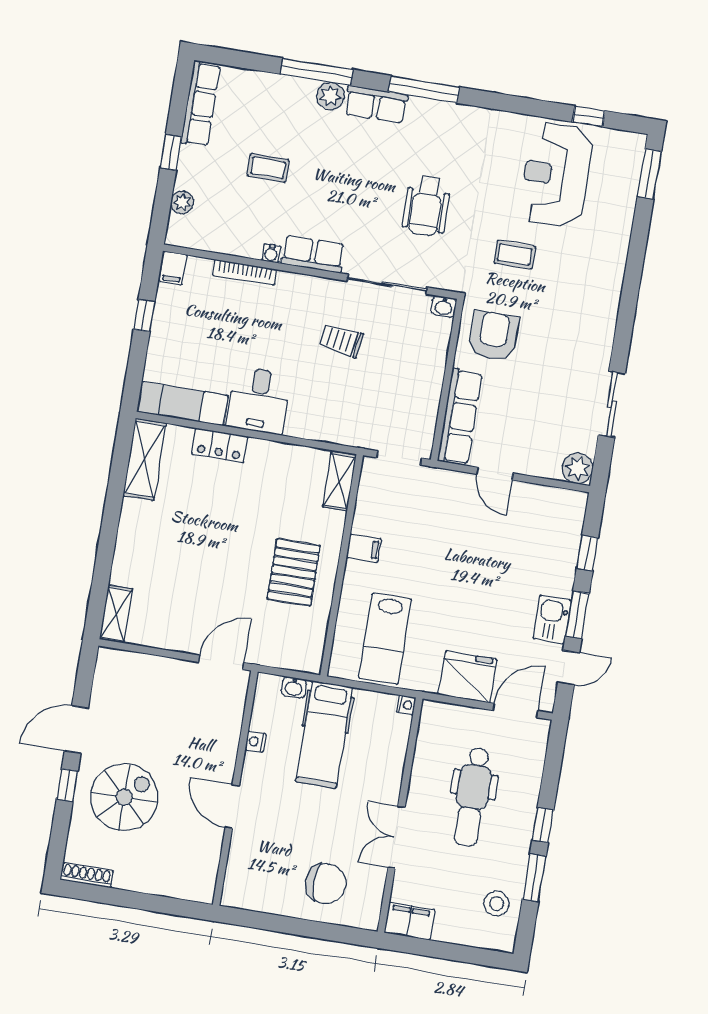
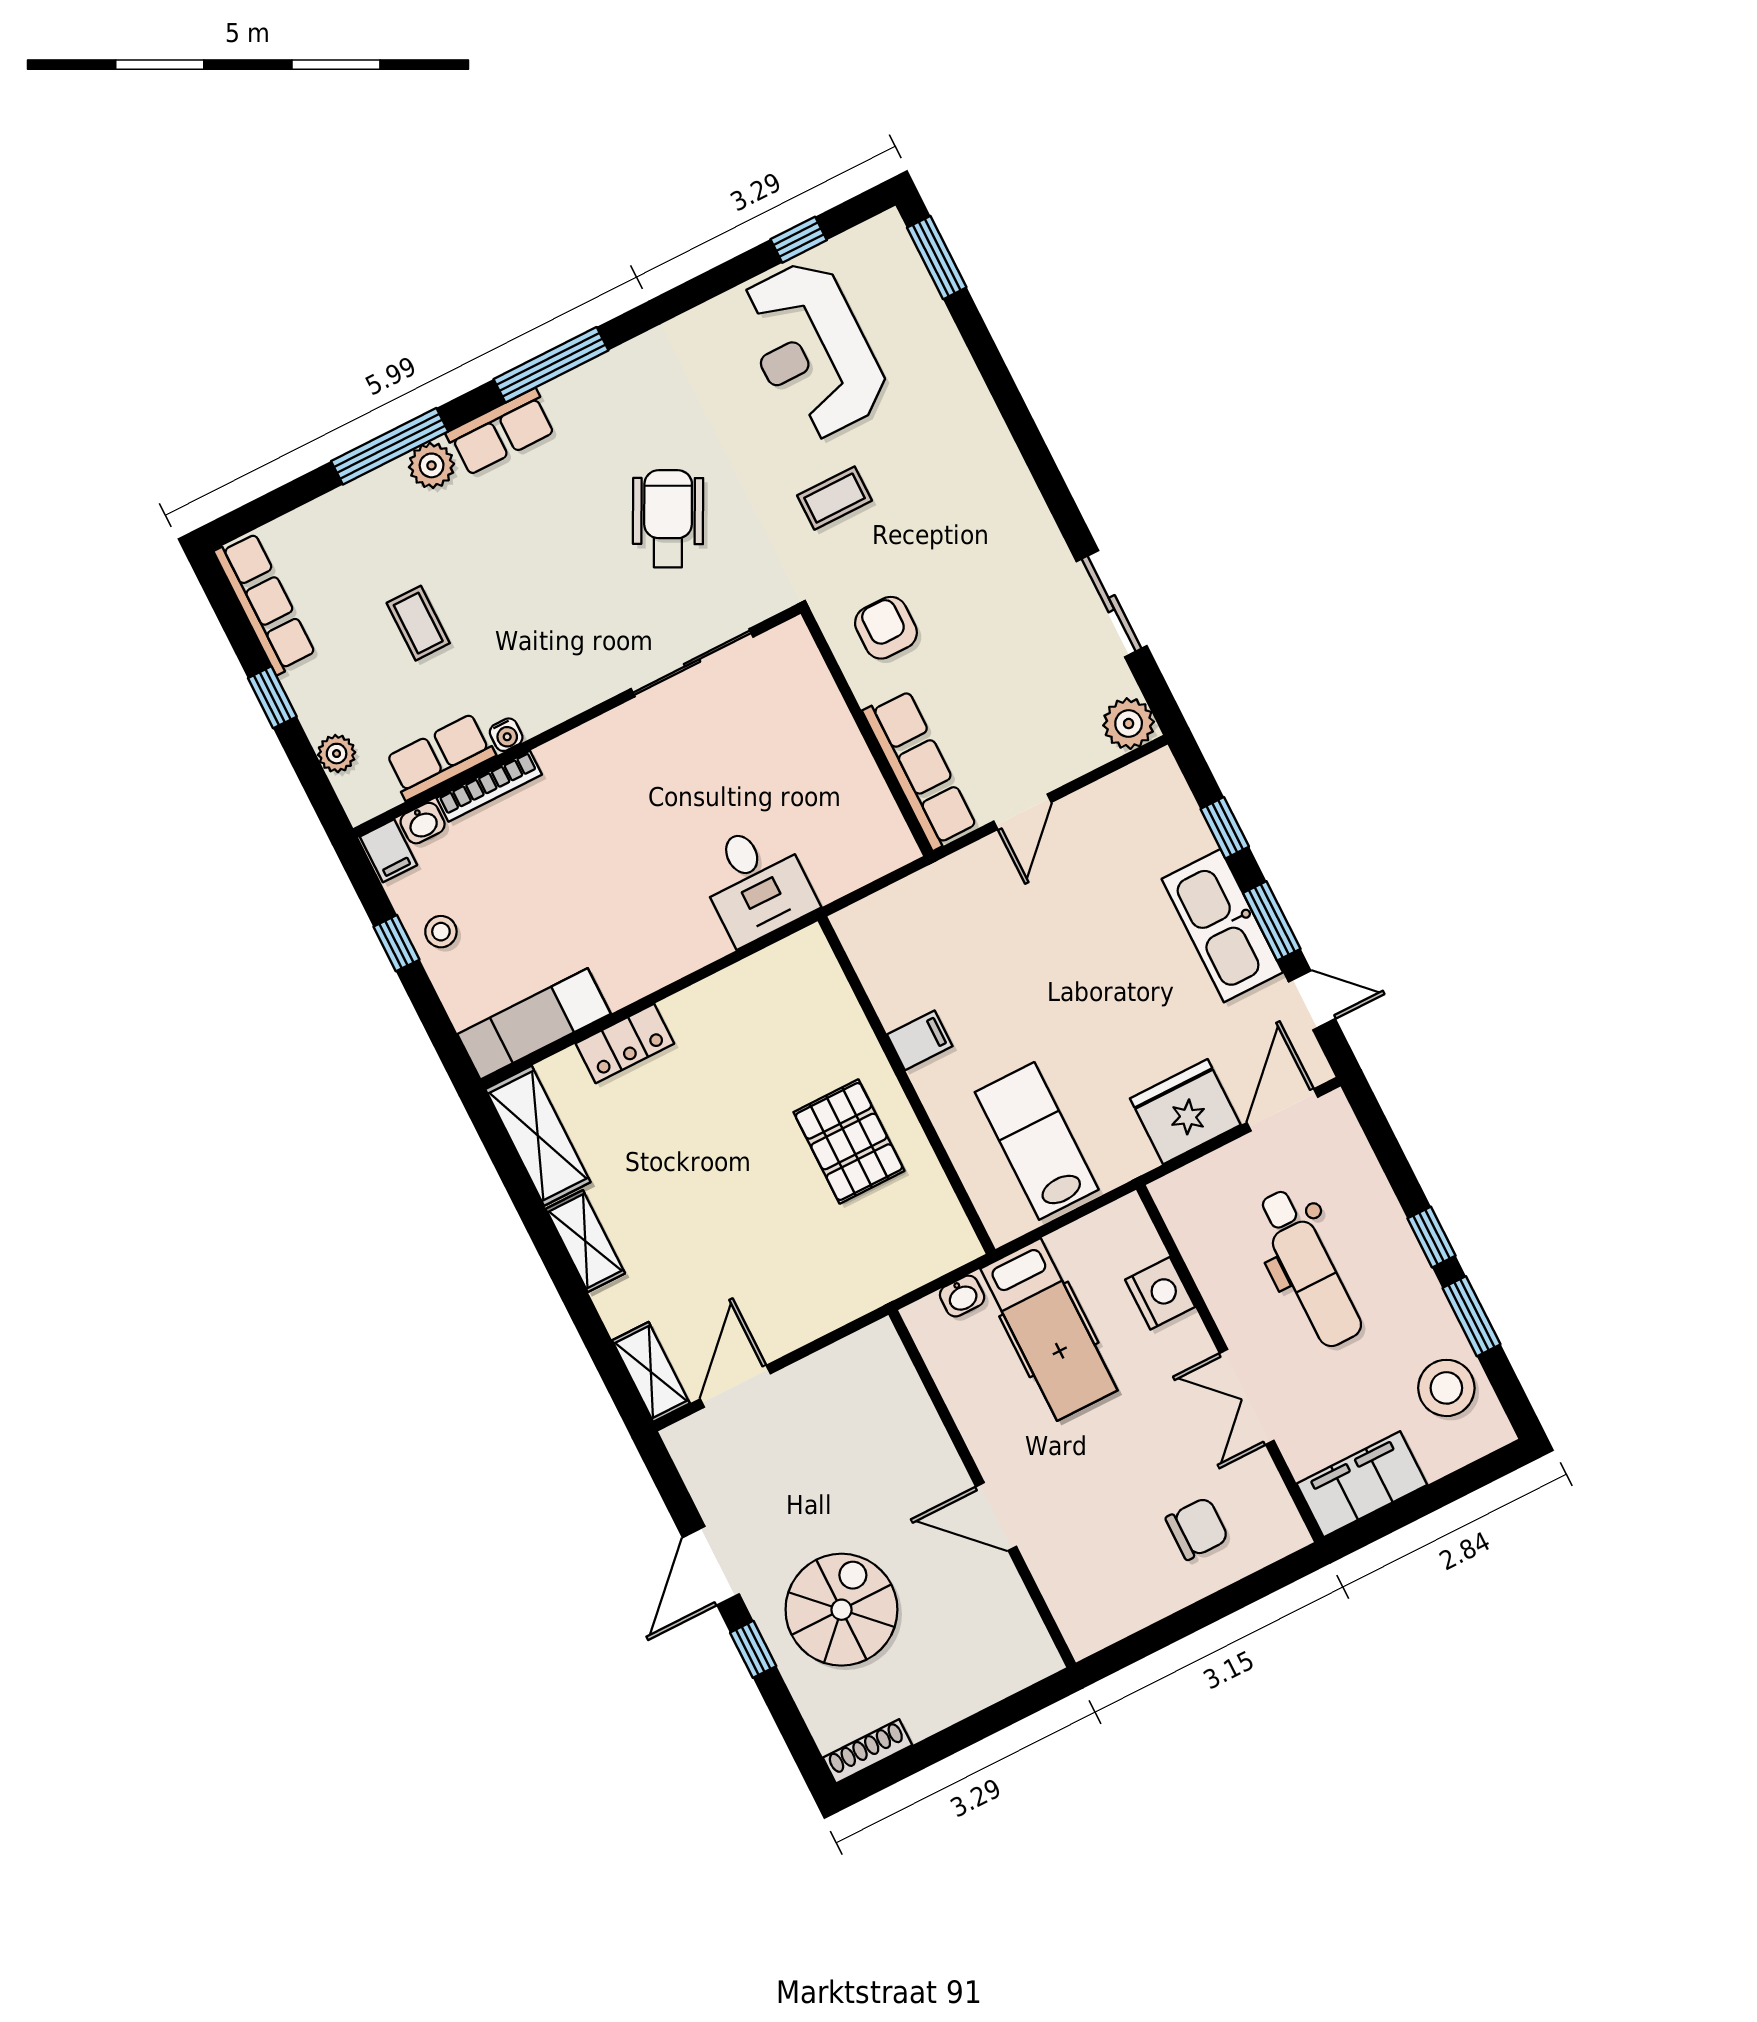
coffee table: (268, 168) -> (418, 623), turned 90
wheelchair: (426, 206) -> (668, 519), turned -153
row of seats: (313, 254) -> (440, 757), moved
washbasin: (444, 307) -> (423, 823), moved
stool: (170, 326) -> (441, 932), added
armchair: (494, 336) -> (886, 628), width x0.72, depth x0.72
trolley: (341, 340) -> (686, 783), removed
desk: (259, 400) -> (756, 883), moved
doorway: (399, 458) -> (879, 884), removed
door: (495, 474) -> (1023, 812), hinge flipped
shelving: (339, 481) -> (585, 1241), moved
kitchen sink: (552, 619) -> (1222, 926), width x1.87, depth x1.24
lab bench: (385, 639) -> (1037, 1141), turned 180
door: (221, 662) -> (735, 1386), moved
door: (569, 668) -> (1312, 1000), hinge flipped
nightstand: (406, 705) -> (1160, 1293), moved, width x1.89, depth x1.79
nightstand: (255, 742) -> (963, 1407), removed
chair: (326, 884) -> (1197, 1529), width x0.73, depth x0.73
stool: (497, 904) -> (1446, 1388), width x1.38, depth x1.38
filing cabinet: (410, 921) -> (1362, 1484), width x1.50, depth x1.17

